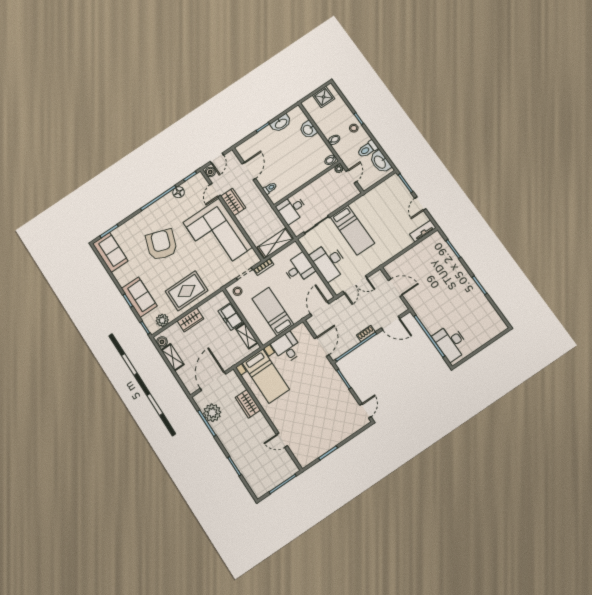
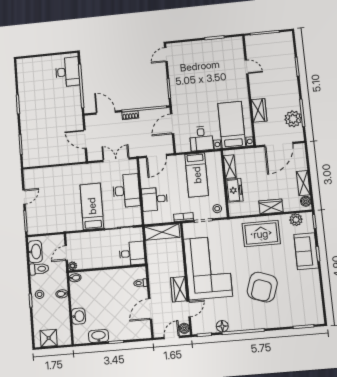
tv unit: (423, 231) -> (36, 173), removed
sofa: (110, 252) -> (312, 306), removed

